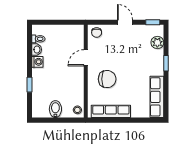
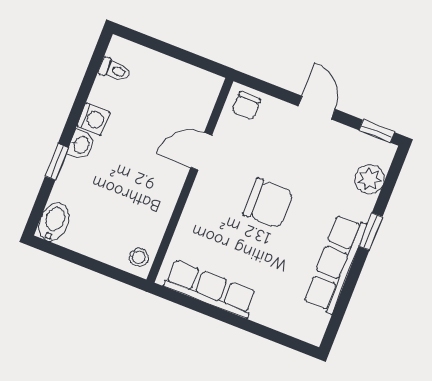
washbasin: (37, 50) -> (81, 145), moved
chair: (107, 79) -> (268, 203), moved
row of seats: (157, 97) -> (335, 264), moved
bidet: (55, 109) -> (54, 222), moved

